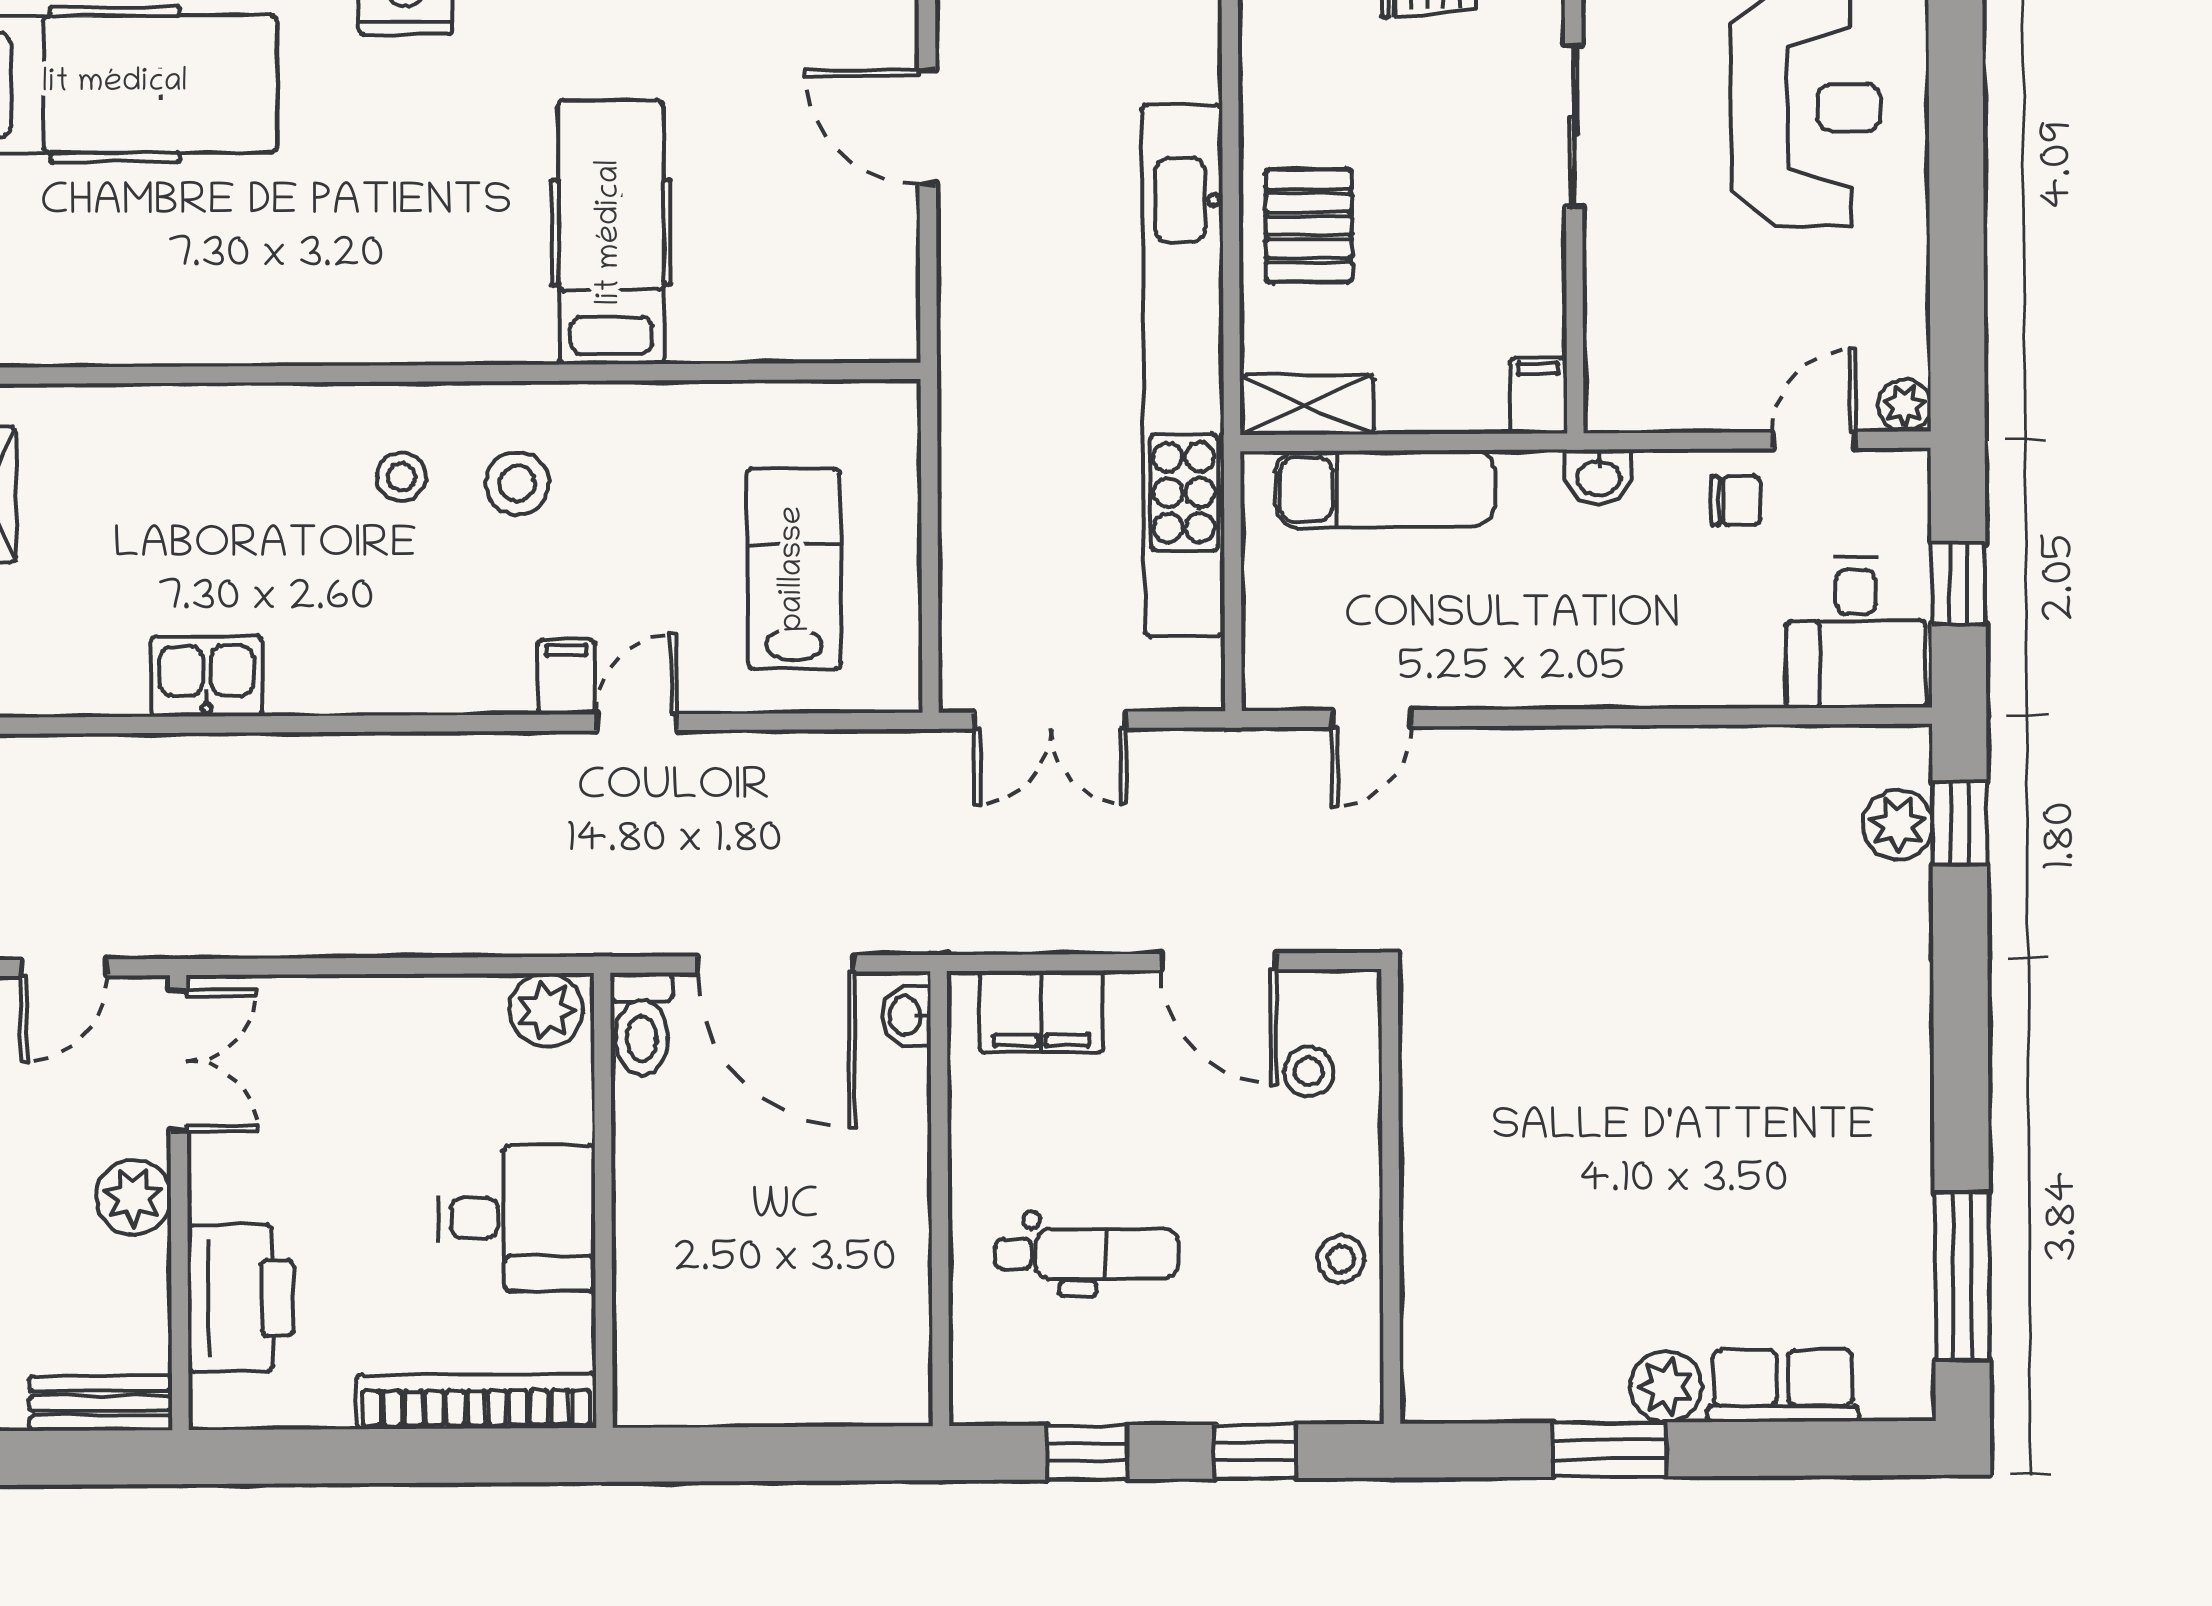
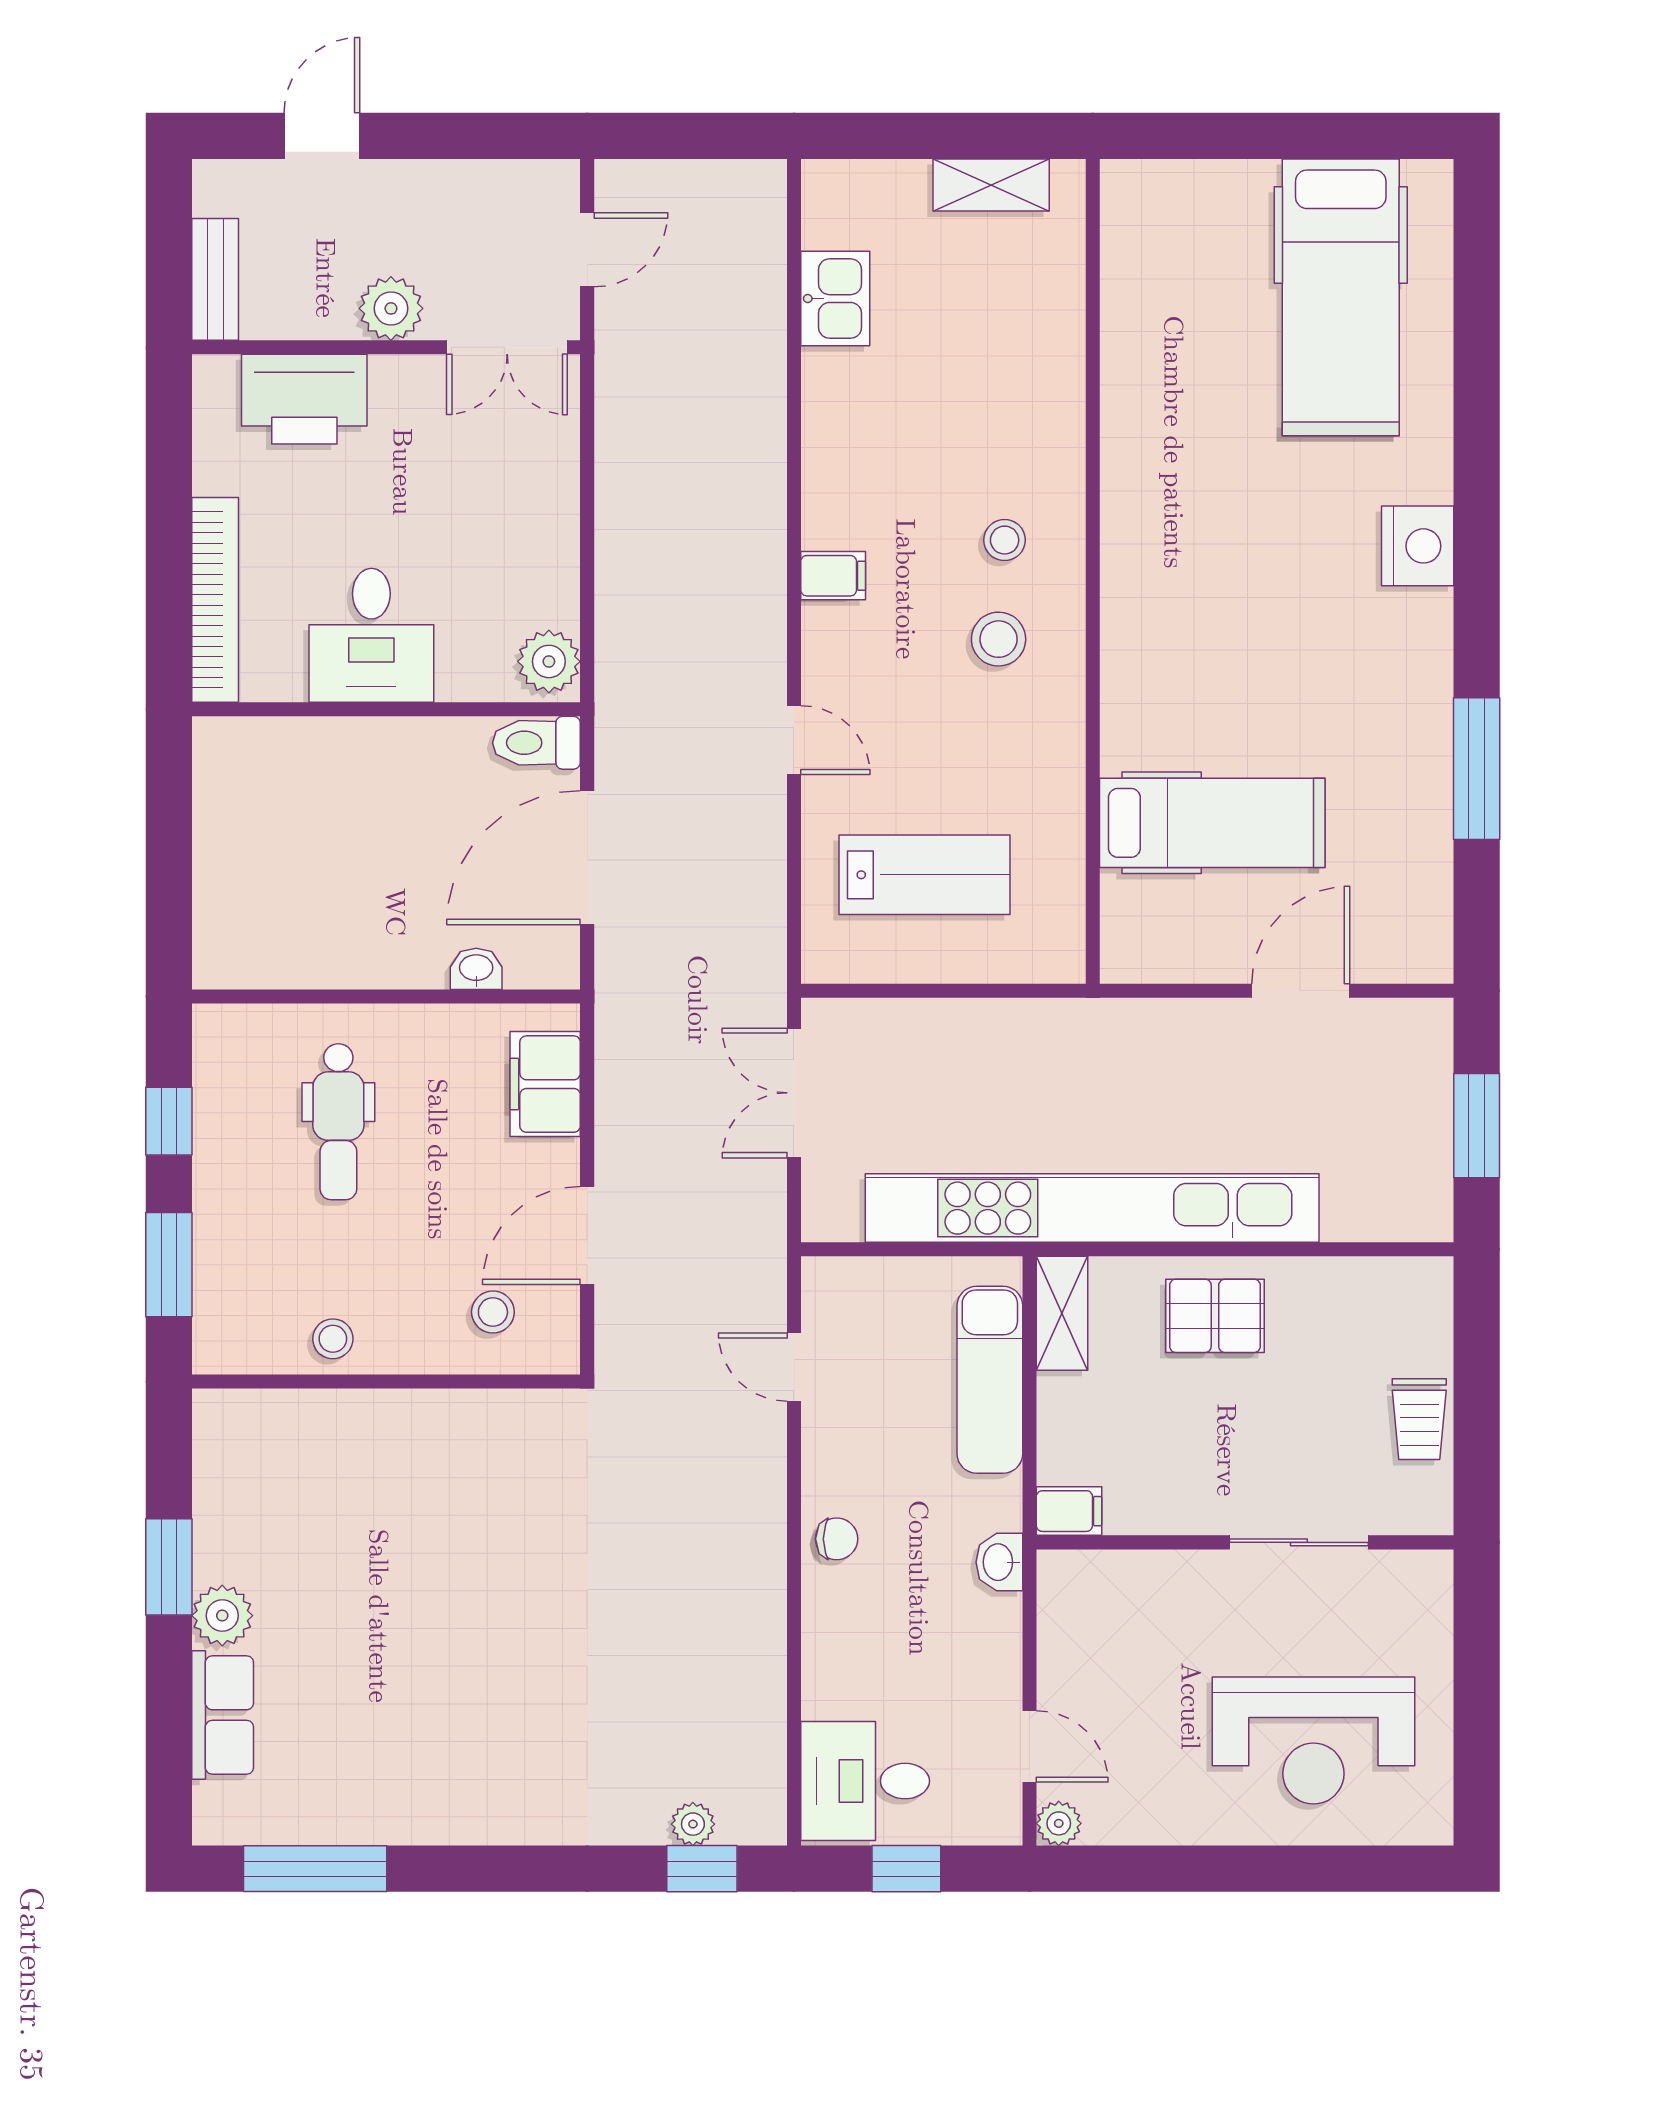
hospital bed: (611, 232) -> (1212, 823), moved
chair: (1736, 501) -> (837, 1539), moved, turned -90
kitchen sink: (207, 676) -> (835, 299), moved
filing cabinet: (566, 677) -> (833, 576), moved
plant: (1898, 825) -> (693, 1824), width x0.73, depth x0.73
door: (64, 968) -> (587, 250), swing flipped
washbasin: (906, 1016) -> (476, 969), moved
window: (1255, 1451) -> (169, 1265), width x1.50

